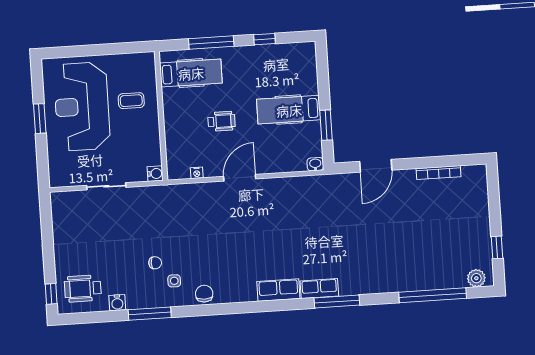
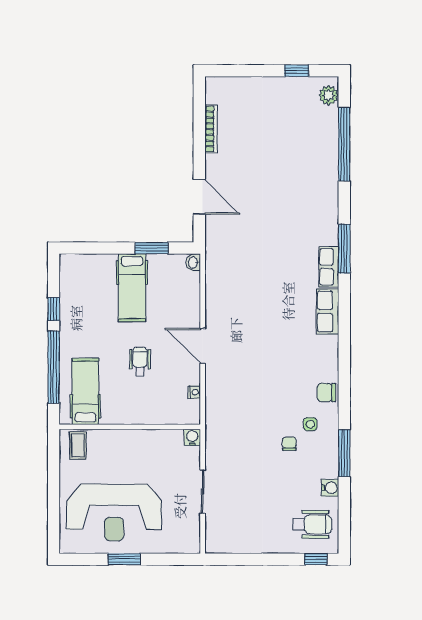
window: (211, 43) -> (54, 367), width x1.46
coffee table: (131, 101) -> (78, 445), moved
wheelchair: (83, 289) -> (312, 524), turned -90

